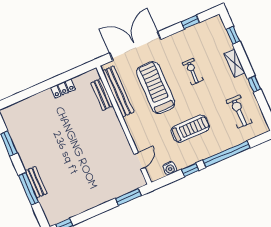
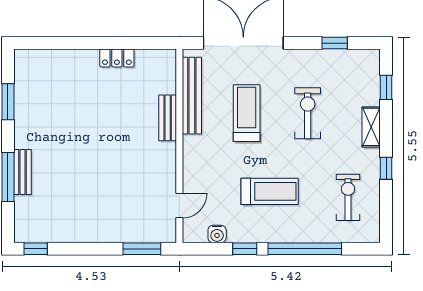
exercise bike: (193, 72) -> (308, 113), width x1.38, depth x1.39
treadmill: (156, 88) -> (247, 113), width x0.73, depth x0.73
bench: (102, 94) -> (168, 118), moved

